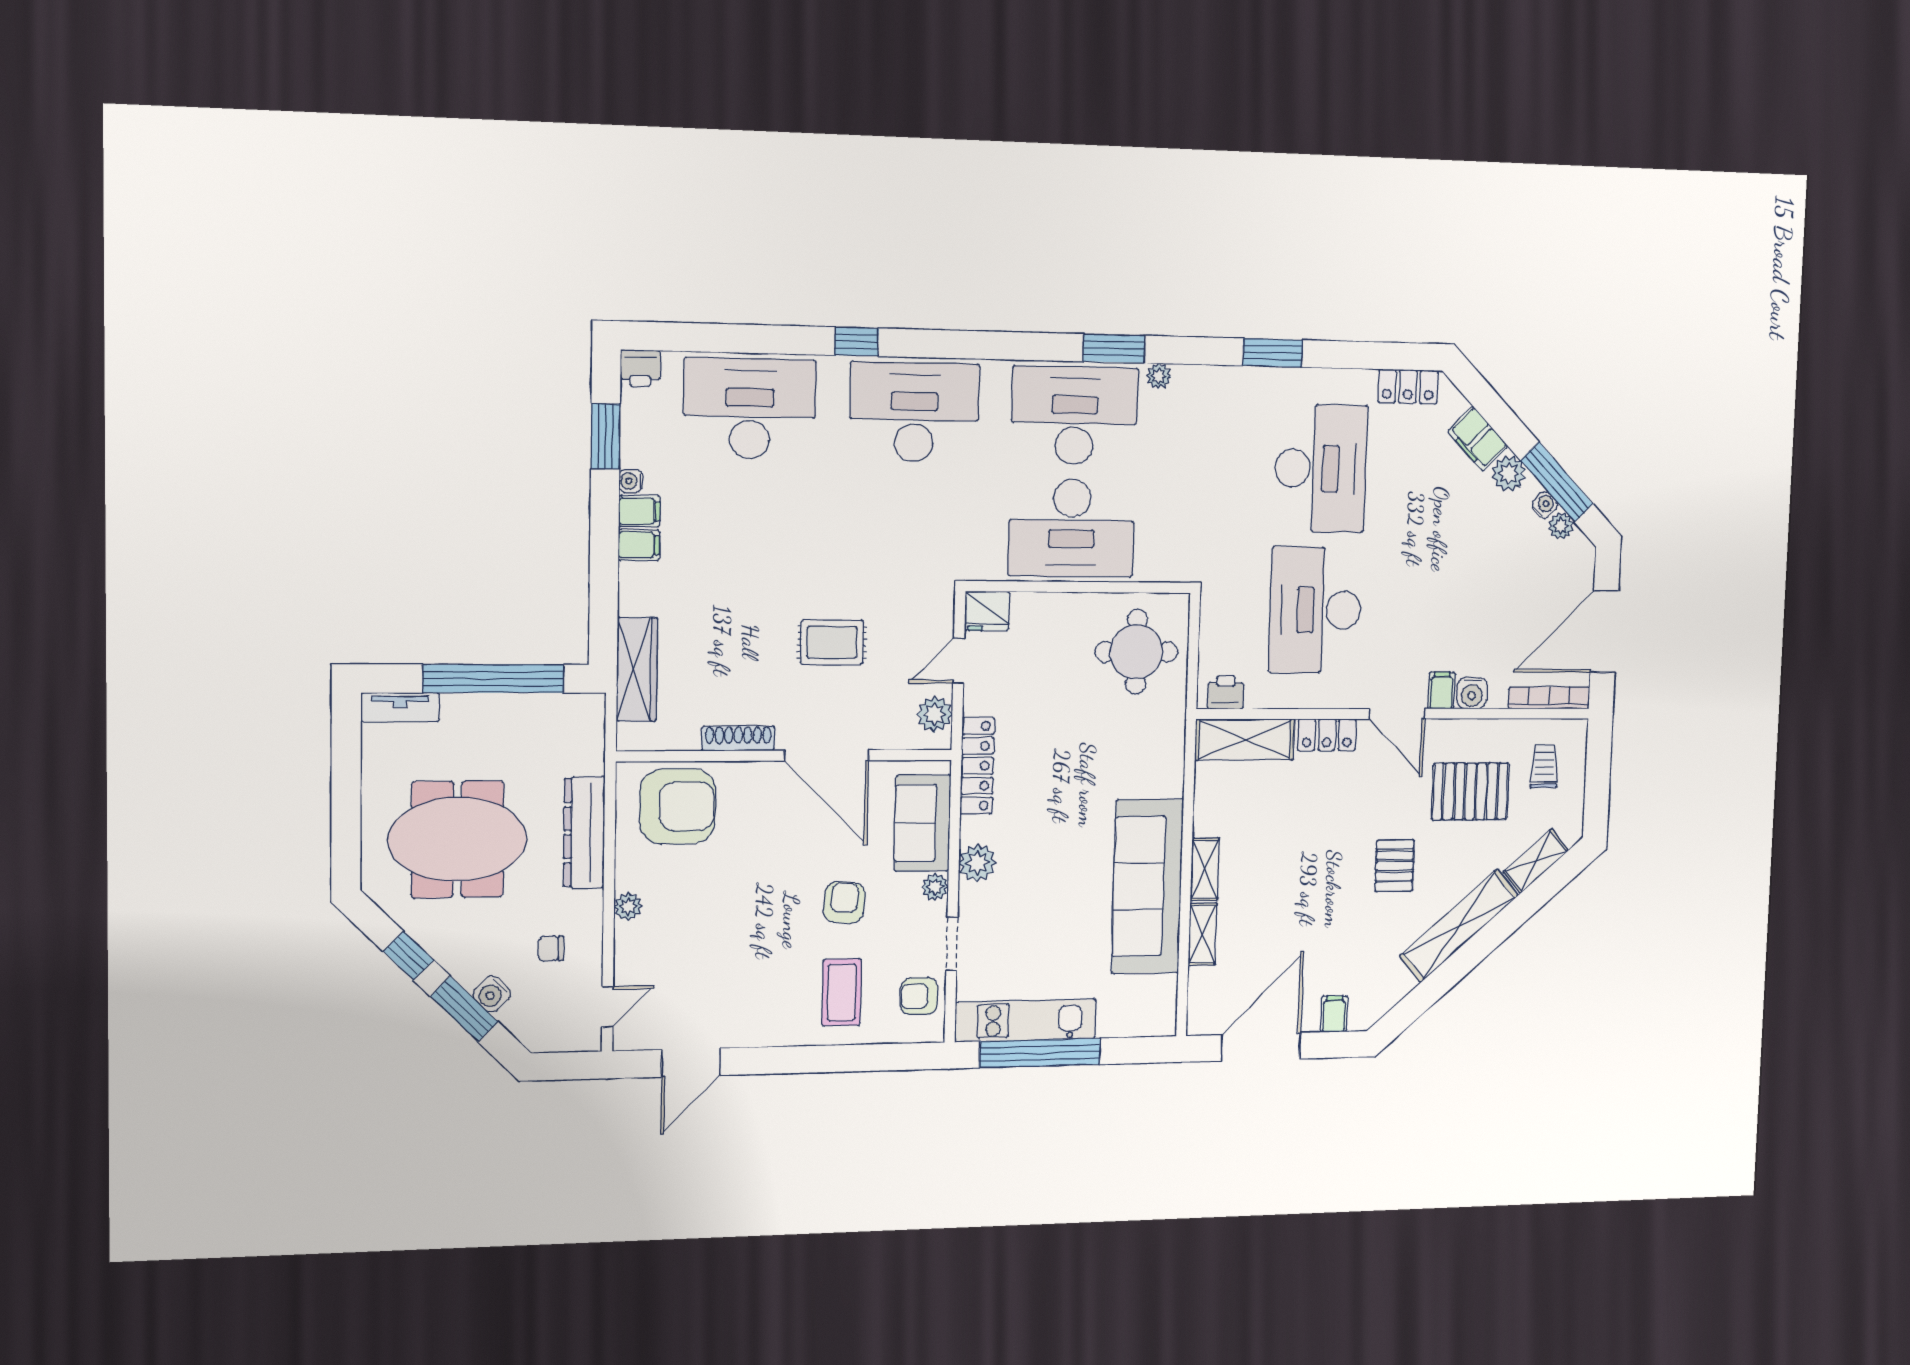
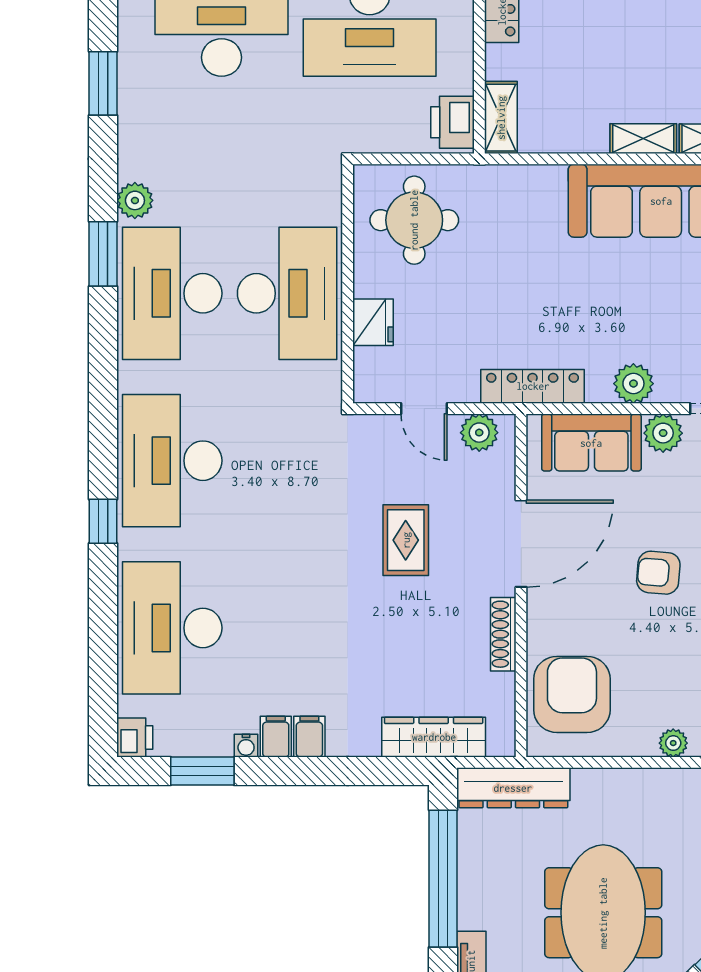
plant: (1159, 376) -> (135, 200), width x1.38, depth x1.38
fridge: (987, 611) -> (373, 322), moved
printer: (1226, 693) -> (453, 122), width x1.36, depth x1.24
shelving: (1245, 740) -> (501, 118), width x0.67, depth x0.75
dresser: (584, 832) -> (513, 788), moved
plant: (935, 887) -> (663, 433), width x1.38, depth x1.38
armchair: (844, 903) -> (658, 573), moved

